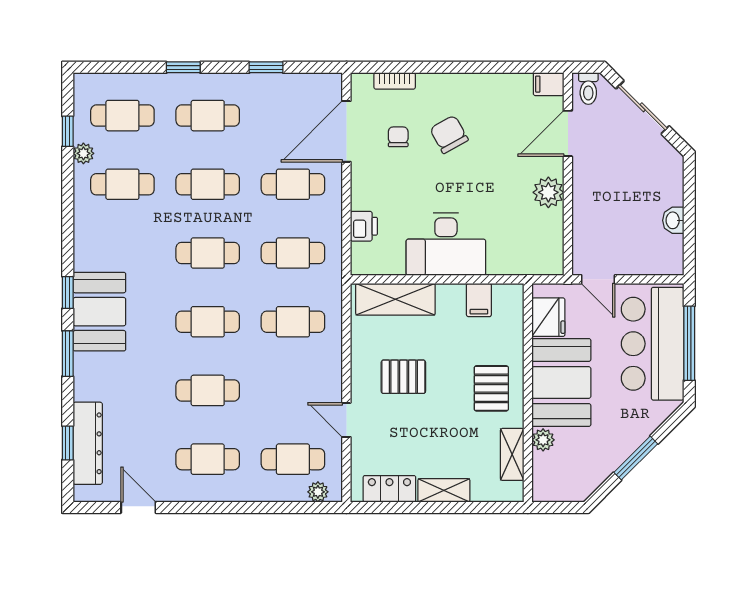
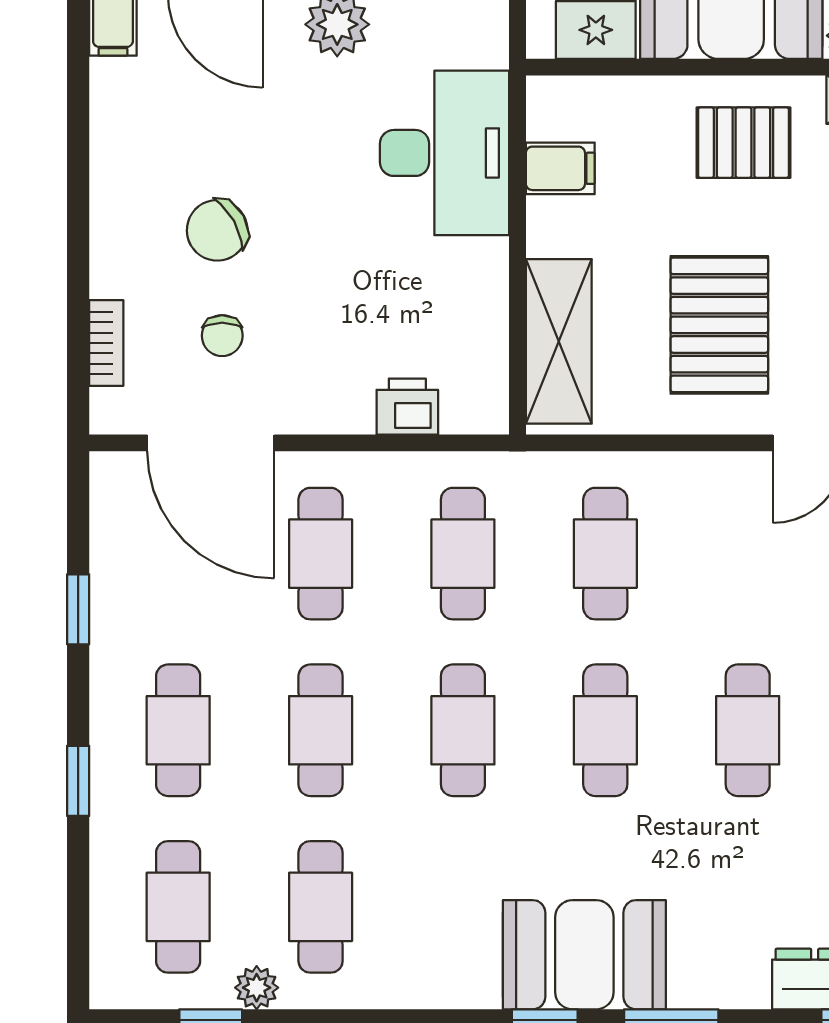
chair: (398, 137) -> (222, 336), turned -90
desk: (446, 244) -> (445, 153), moved
pallet: (403, 377) -> (719, 325), width x1.50, depth x1.42

